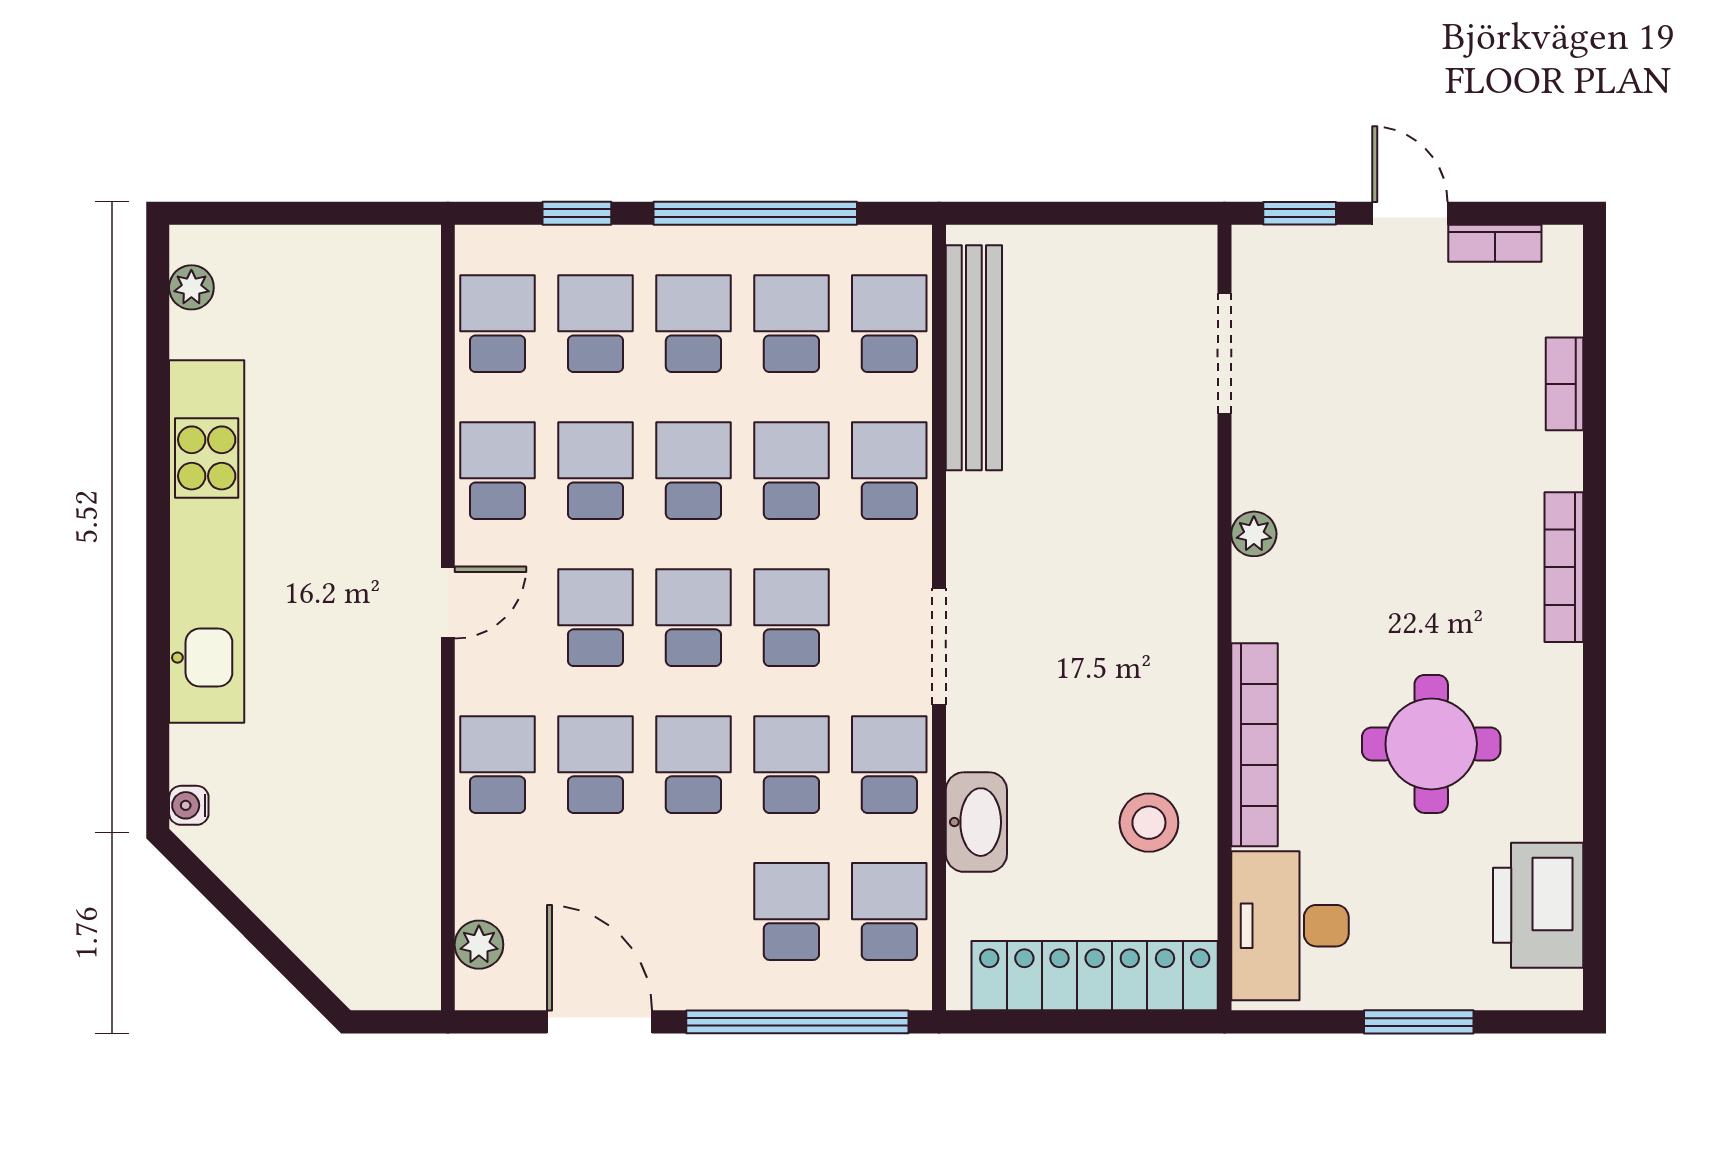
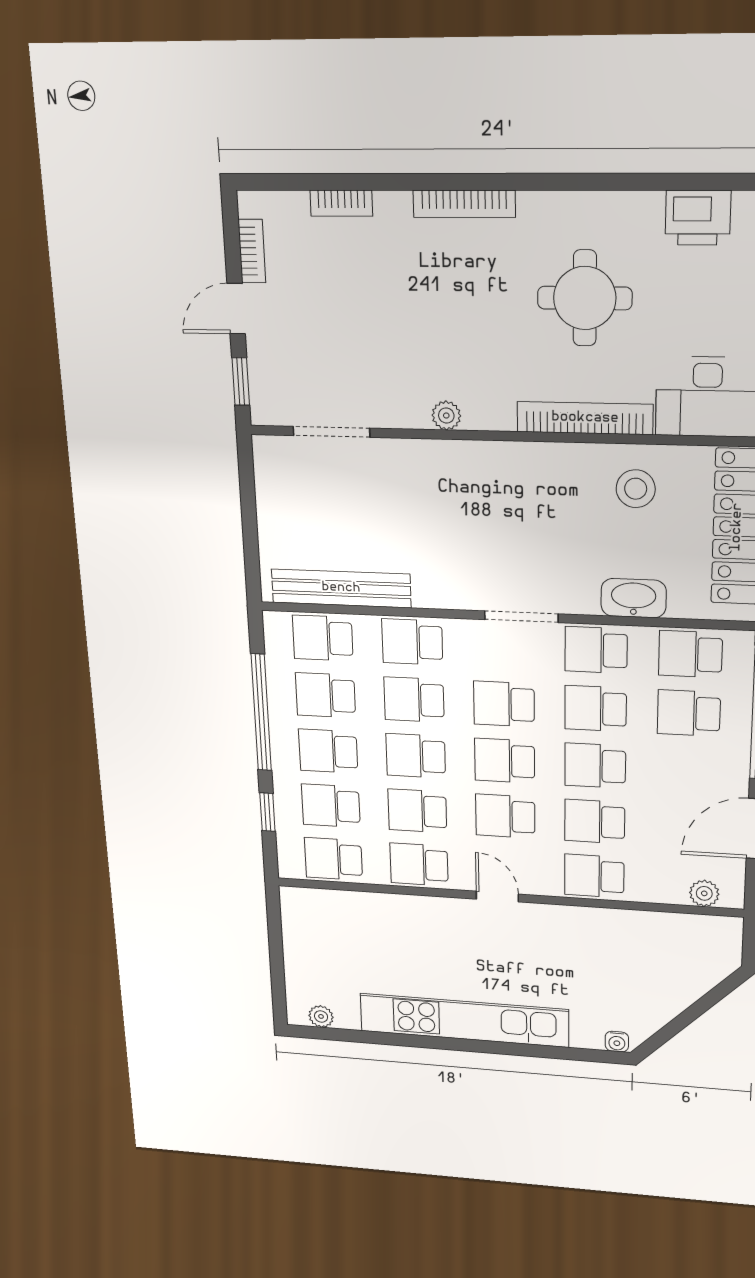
printer: (1538, 905) -> (698, 218), width x0.73, depth x0.84

